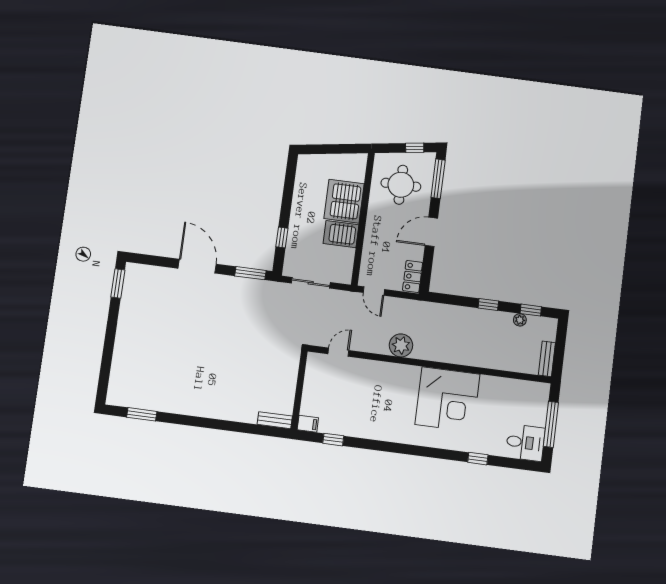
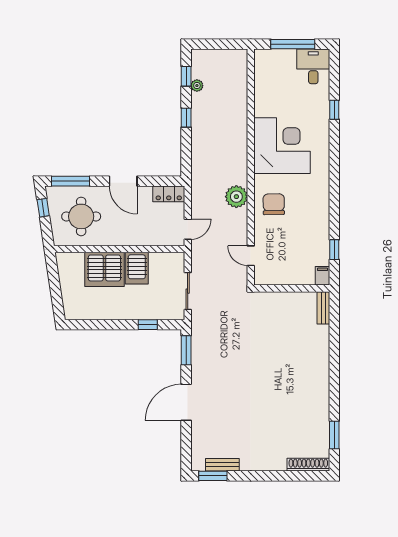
bench: (547, 359) -> (222, 465), moved
shoe rack: (115, 383) -> (308, 465), added
chair: (388, 383) -> (274, 204), added

